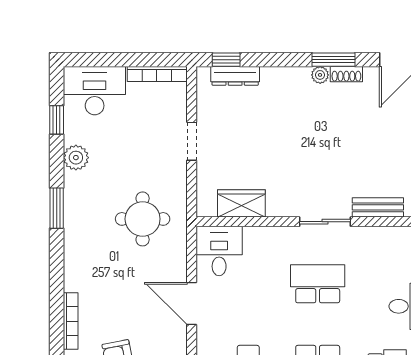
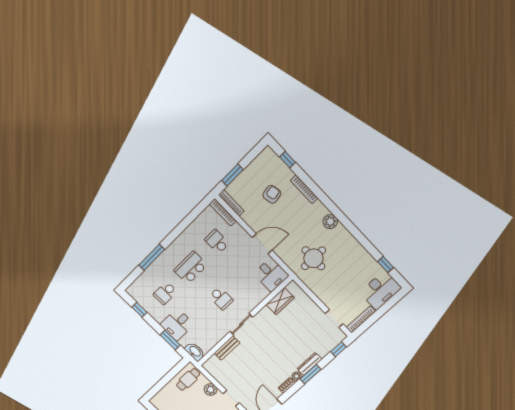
window: (334, 60) -> (310, 374), moved
dresser: (235, 76) -> (309, 364), moved
doorway: (192, 141) -> (334, 319), moved
plant: (76, 158) -> (330, 222), moved
window: (57, 208) -> (353, 229), removed
school desk: (318, 284) -> (221, 298), width x0.54

